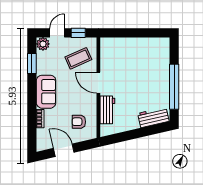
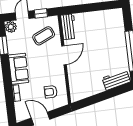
door: (98, 83) -> (64, 55), swing flipped
workbench: (107, 110) -> (69, 27), moved

